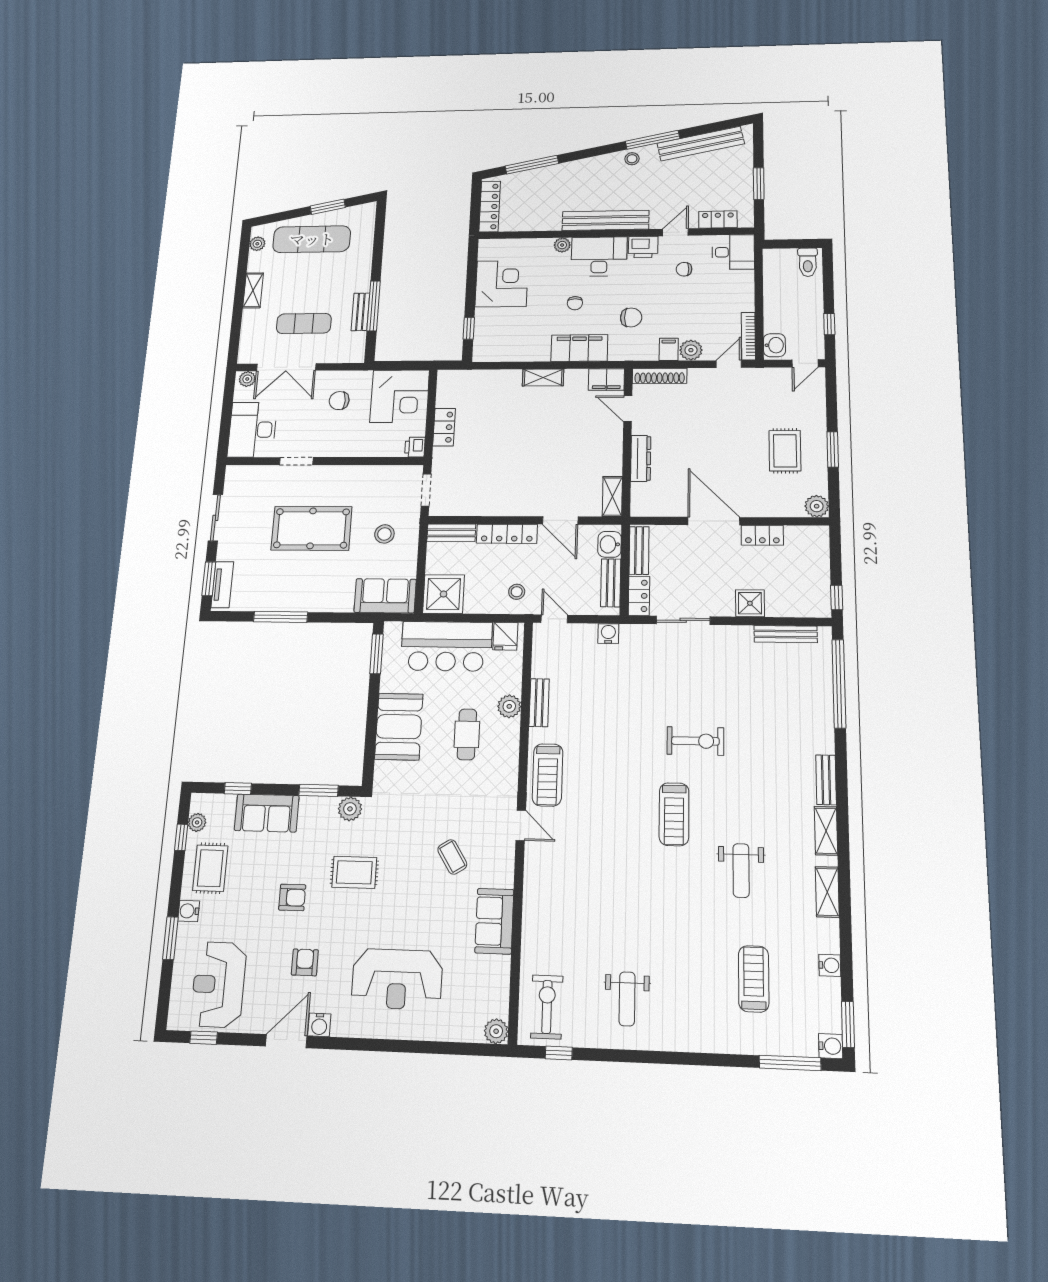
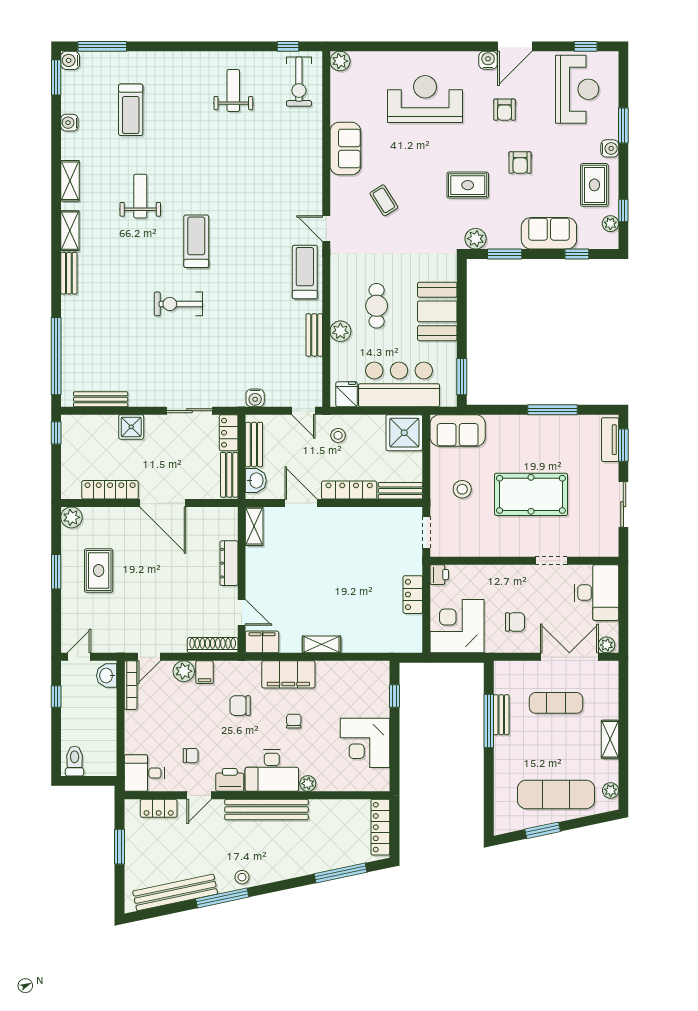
locker: (762, 535) -> (110, 490), width x1.53
armchair: (292, 897) -> (520, 163), turned -90

